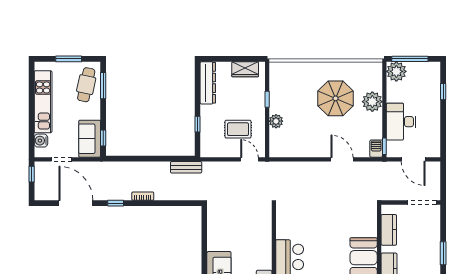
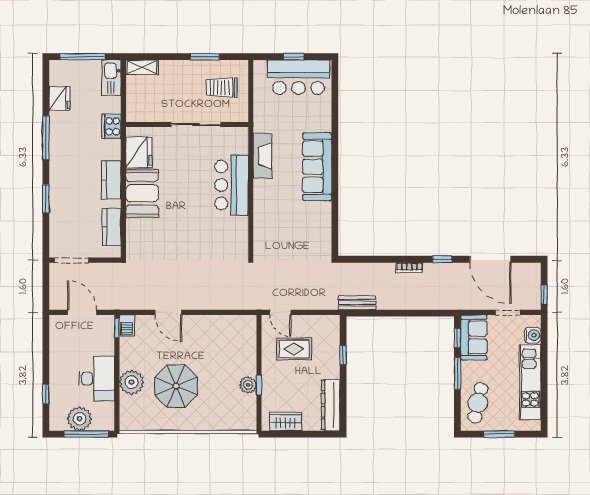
plant: (396, 71) -> (80, 419), moved
window: (103, 86) -> (457, 373), moved
plant: (276, 121) -> (248, 385), moved
desk: (401, 122) -> (97, 379), moved

